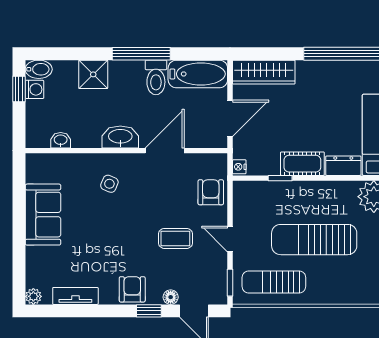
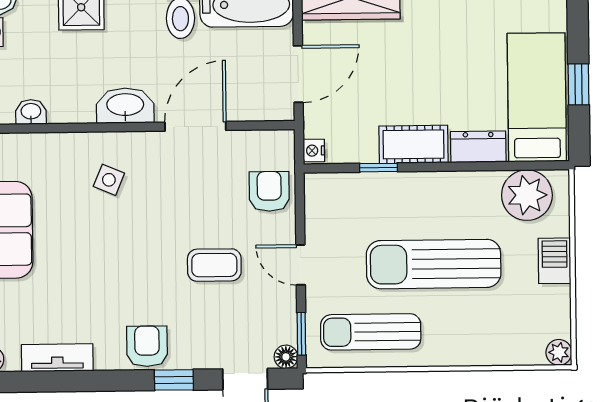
floor lamp: (171, 297) -> (286, 357), moved

